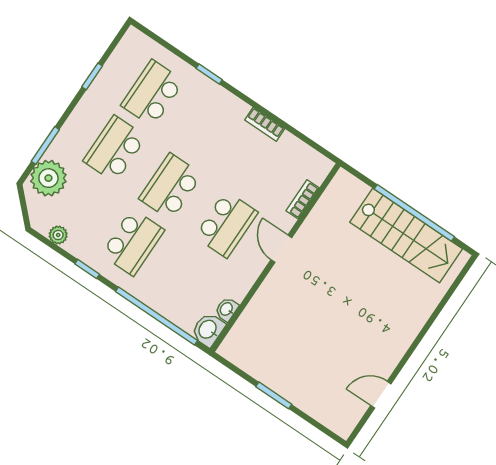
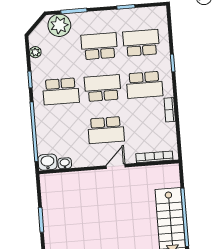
school desk: (208, 131) -> (144, 85), added
bookcase: (302, 199) -> (154, 157), width x1.56

